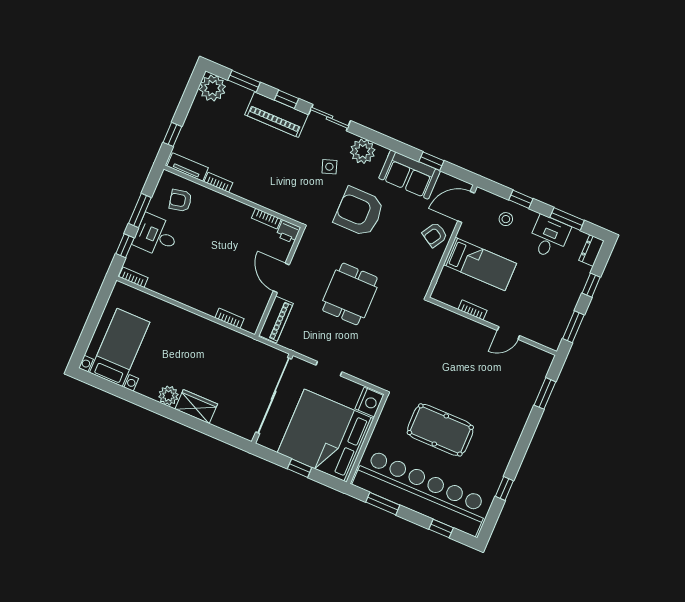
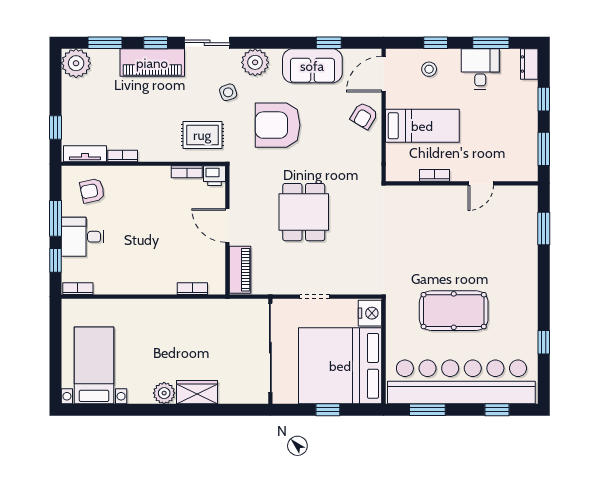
rug: (293, 193) -> (202, 135), added

